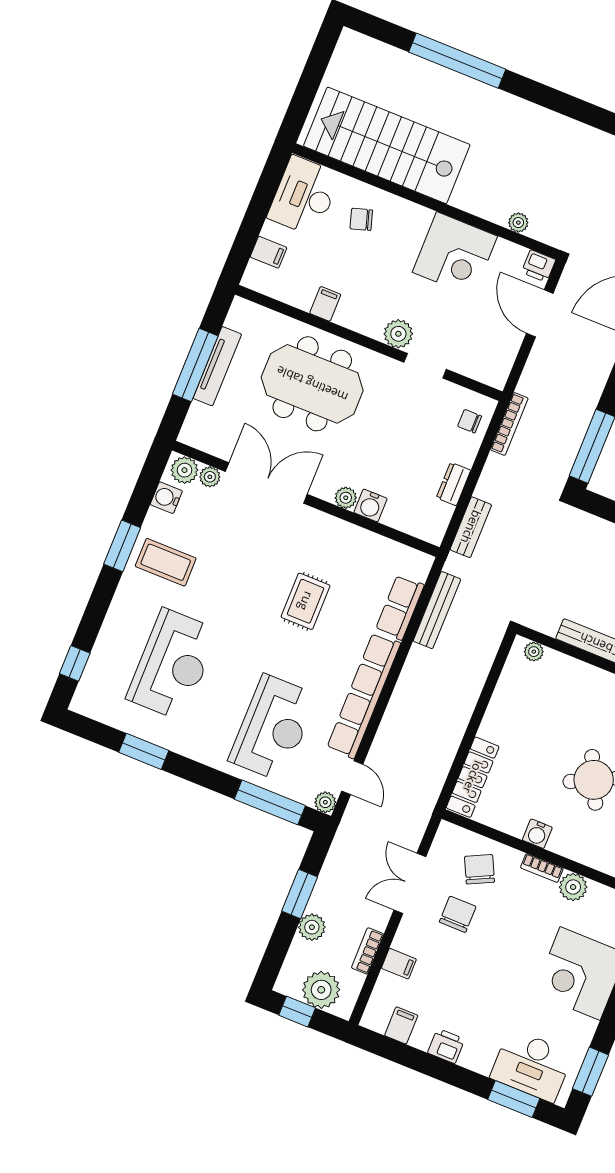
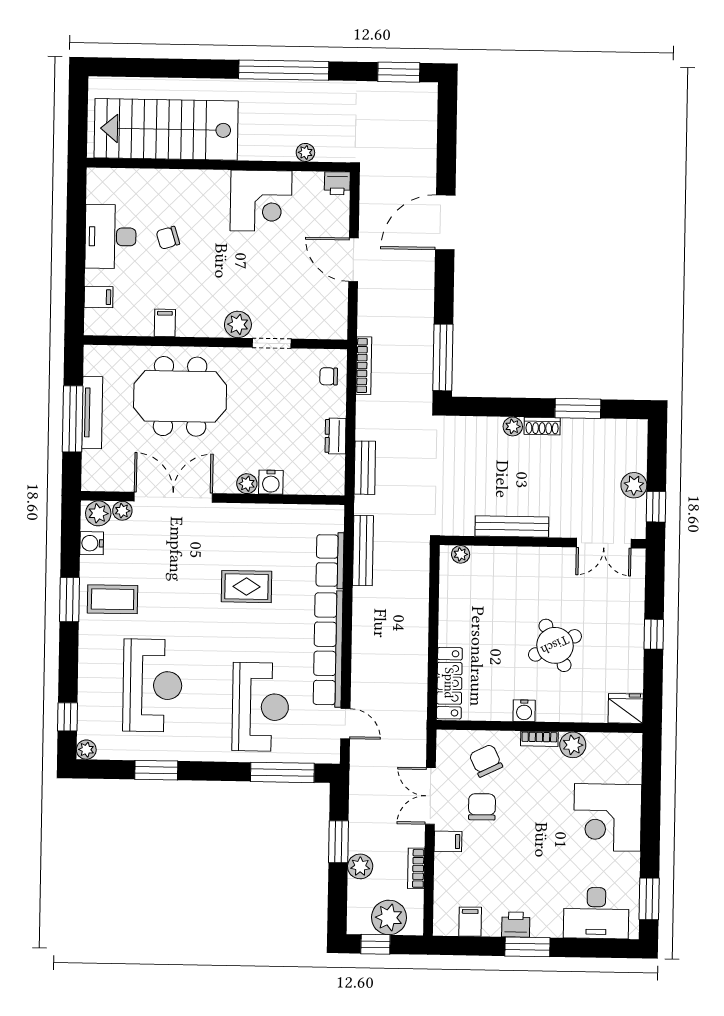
window: (457, 61) -> (284, 70), moved
stairs: (387, 145) -> (166, 129), moved
wall: (426, 201) -> (219, 165), moved
plant: (518, 223) -> (305, 152), moved
corner desk: (455, 254) -> (261, 201), moved
printer: (539, 266) -> (337, 183), moved
rug: (306, 601) -> (246, 587), turned 90
plant: (325, 802) -> (86, 750), moved
filing cabinet: (399, 964) -> (448, 841), moved
window: (514, 1099) -> (527, 947), moved

